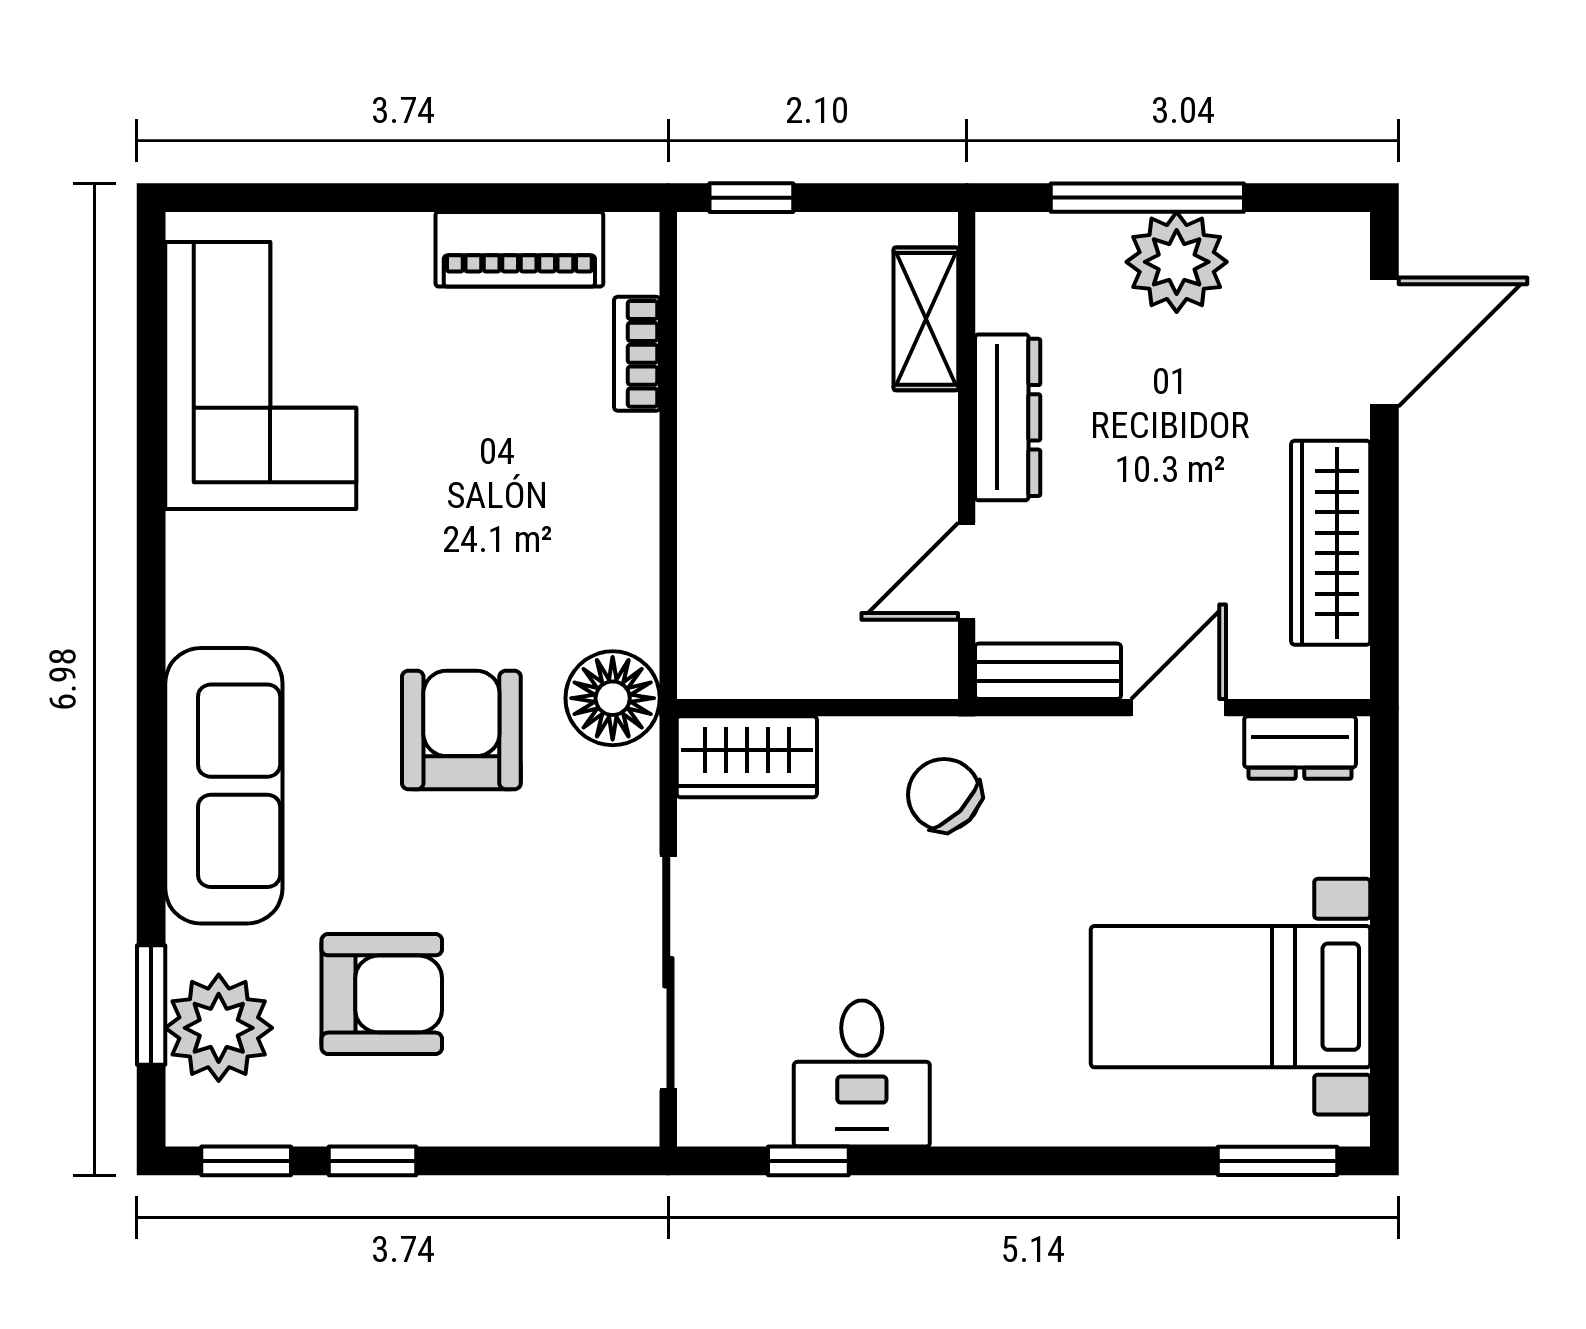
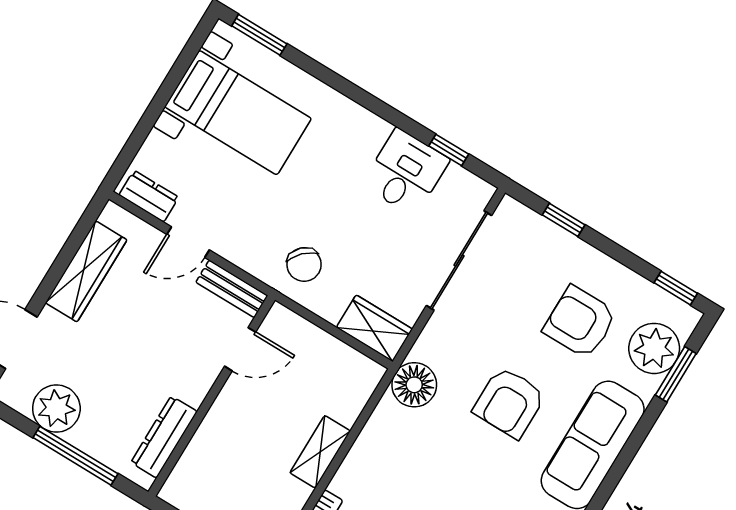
plant: (1177, 262) -> (56, 408), moved
shelving: (926, 319) -> (320, 452), moved
dresser: (1008, 417) -> (164, 437), moved
armchair: (461, 730) -> (509, 403), moved
window: (373, 1161) -> (564, 220), moved

